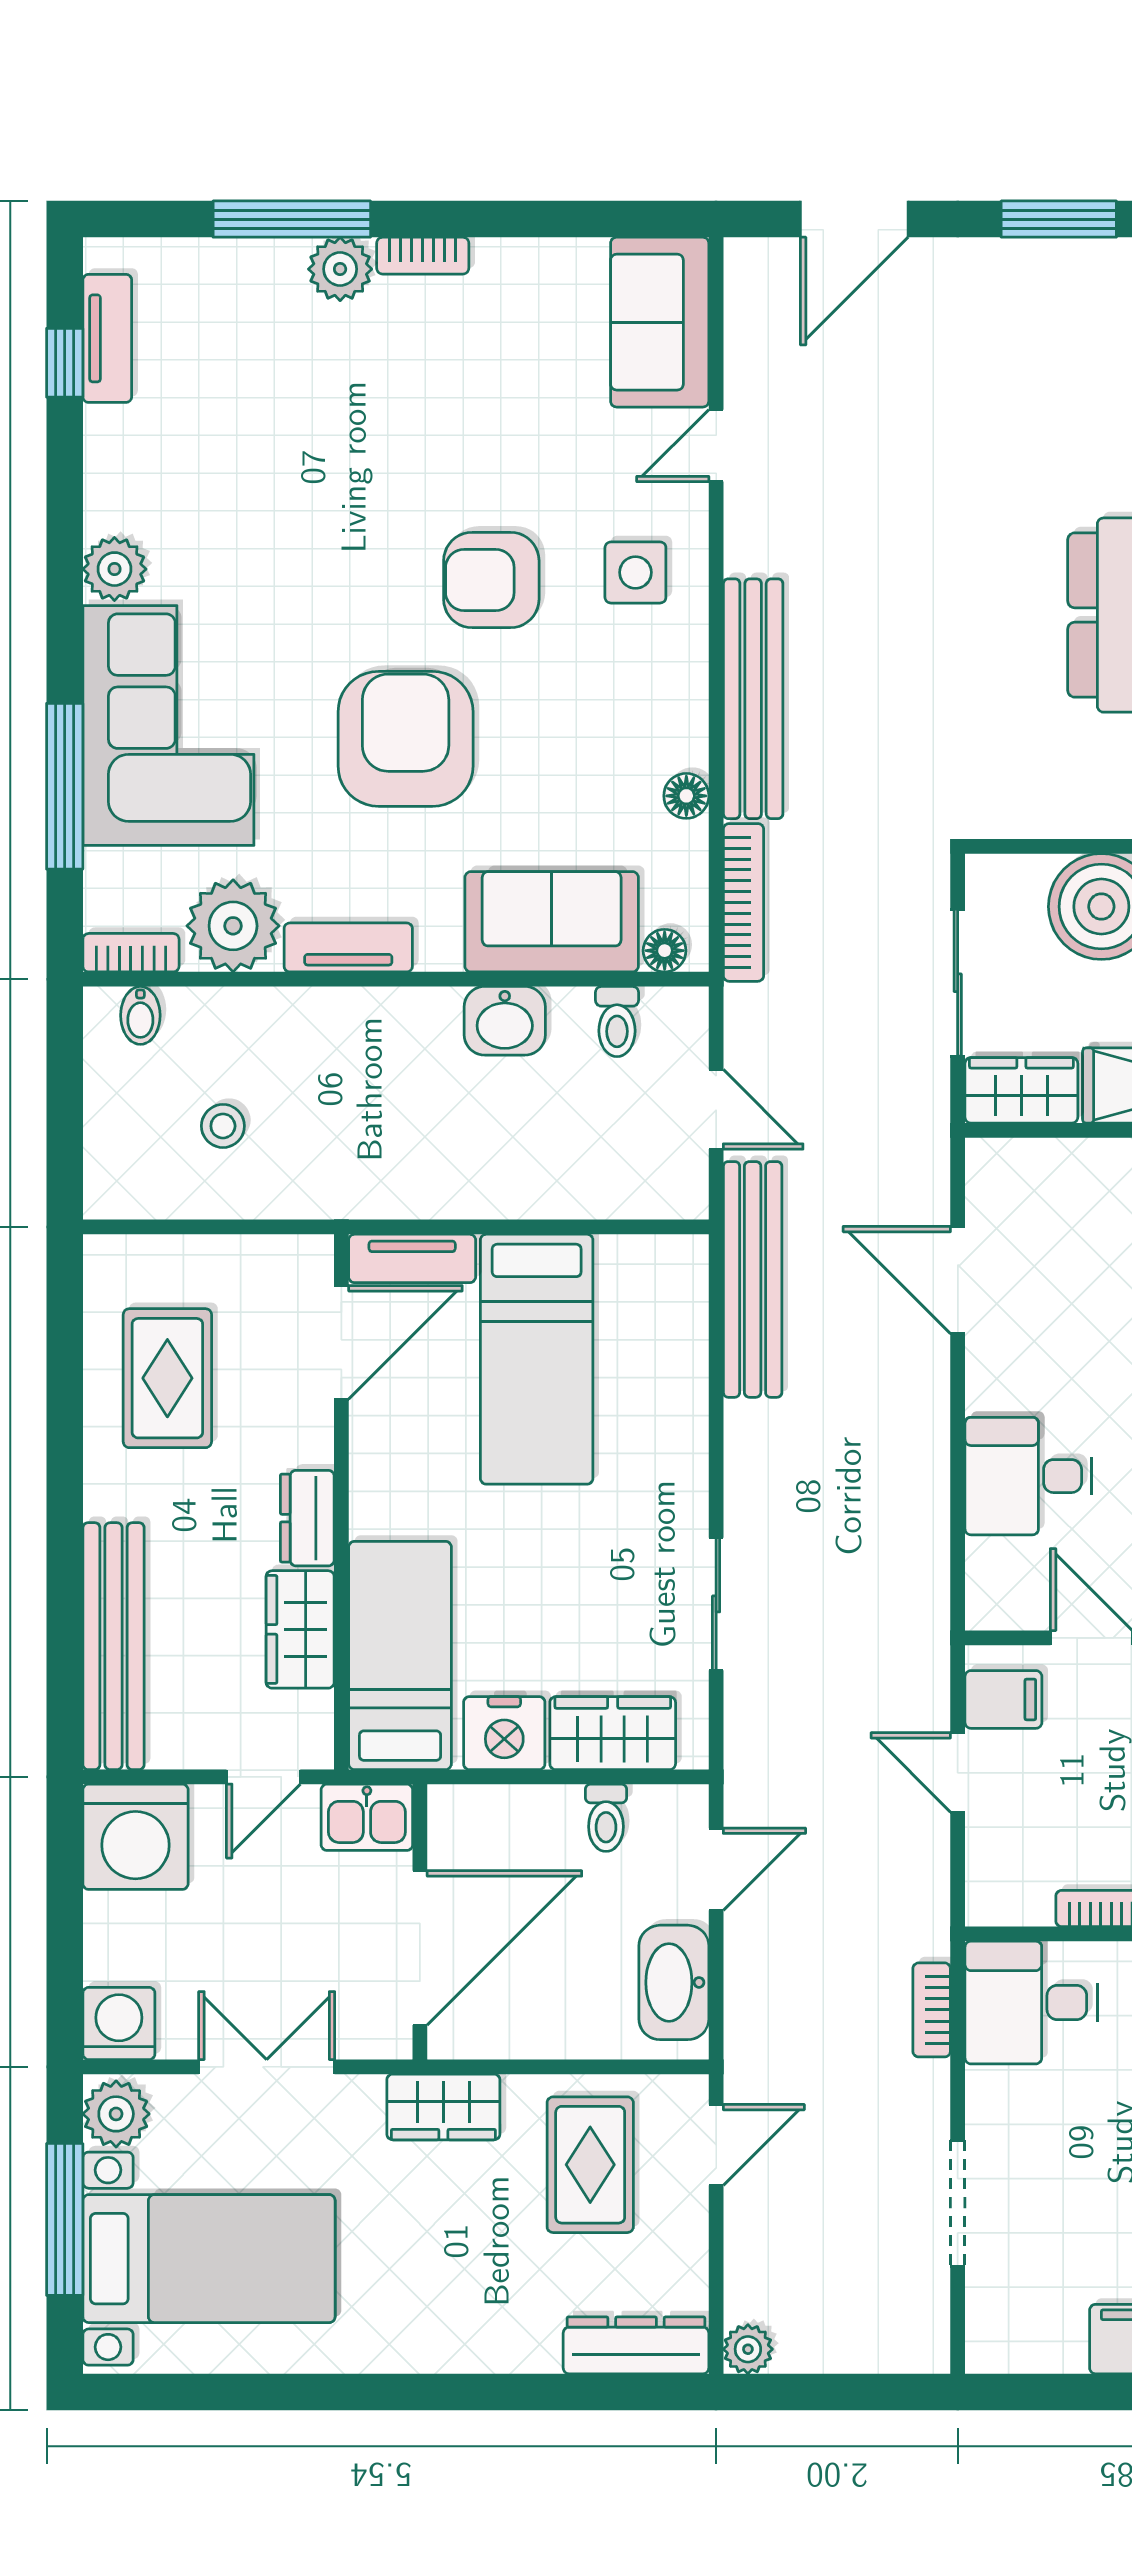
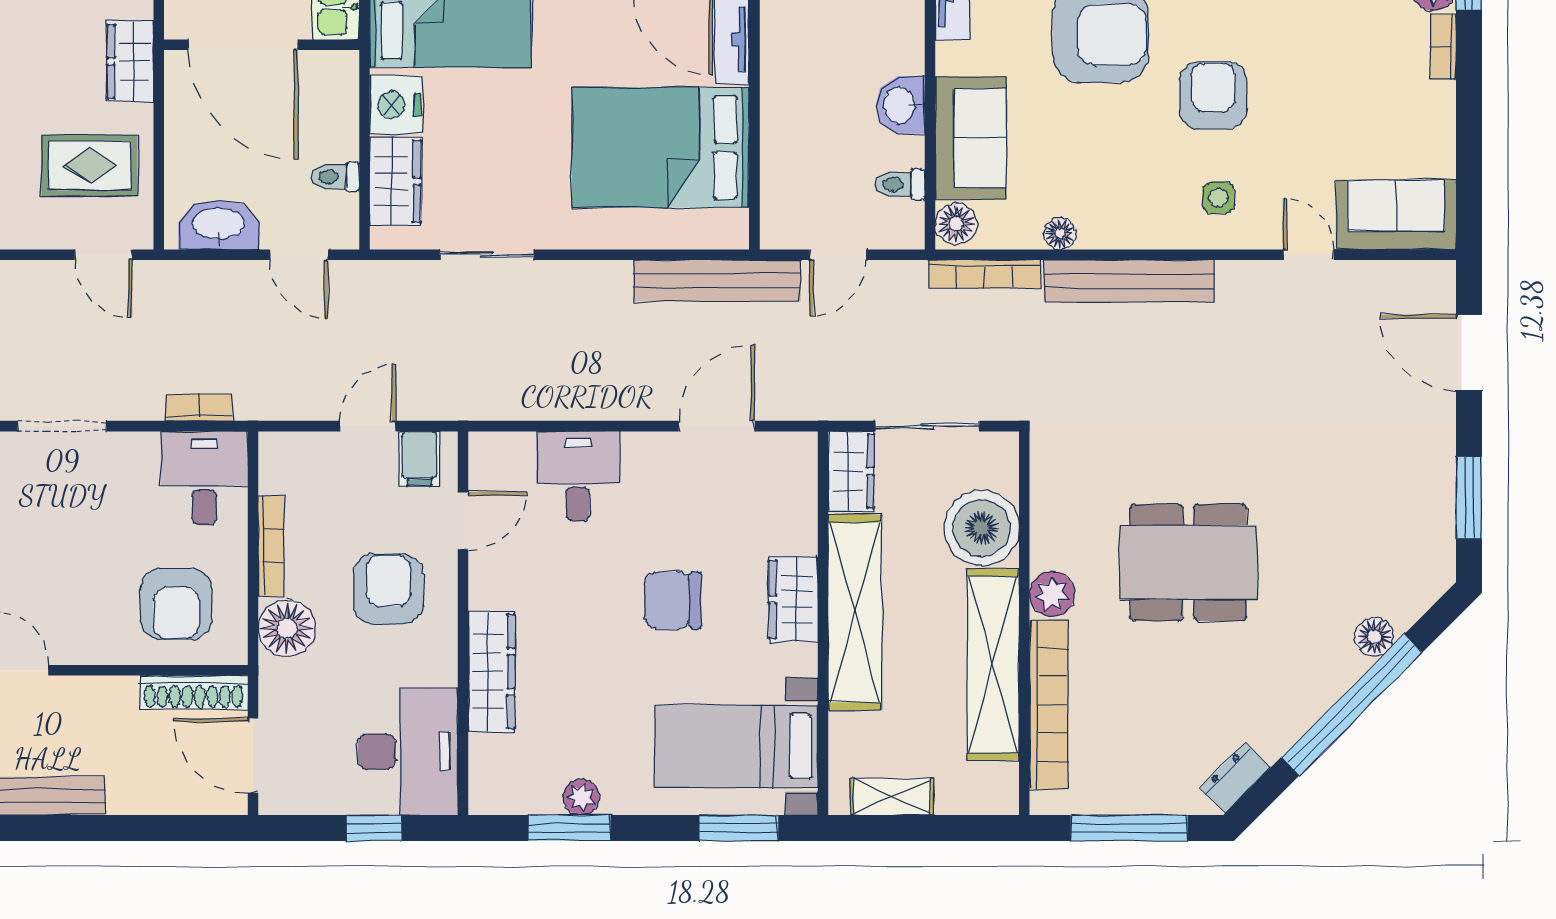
side table: (635, 572) -> (1218, 198), width x0.73, depth x0.73
floor lamp: (665, 951) -> (956, 224), width x1.37, depth x1.37
bed: (537, 1359) -> (661, 147), width x1.50

